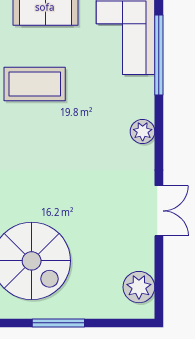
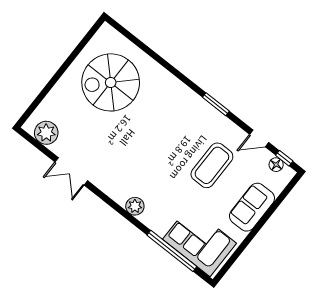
double door: (159, 211) -> (71, 171), moved
window: (58, 323) -> (62, 70), removed

